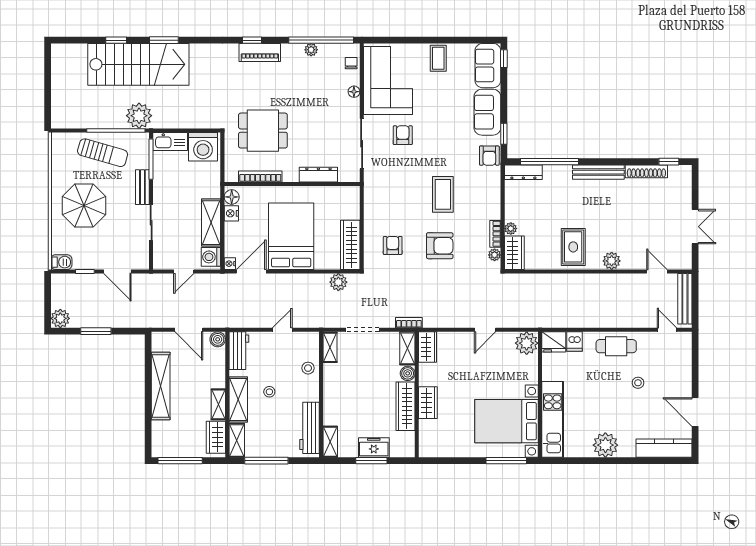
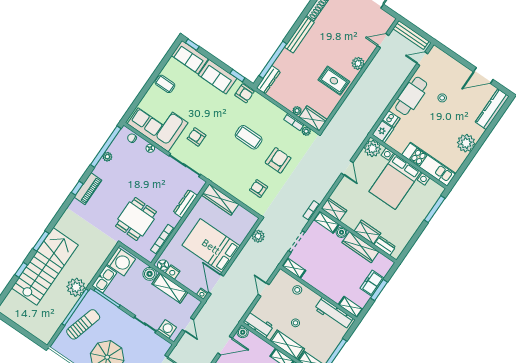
bench: (142, 187) -> (120, 315), removed
boiler: (211, 189) -> (150, 274), added
wardrobe: (350, 245) -> (220, 200), moved
washing machine: (211, 257) -> (167, 329), moved, turned 180
cafe table: (616, 346) -> (411, 96), width x1.37, depth x1.35
bed with nightstands: (506, 421) -> (395, 182), moved
dresser: (426, 433) -> (385, 246), added

